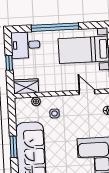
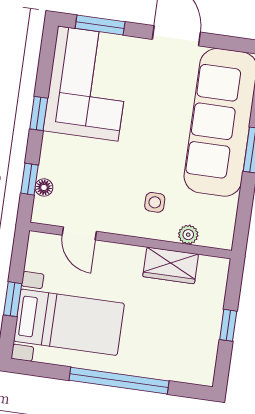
desk: (26, 45) -> (187, 356), removed
wardrobe: (26, 86) -> (171, 265), moved

